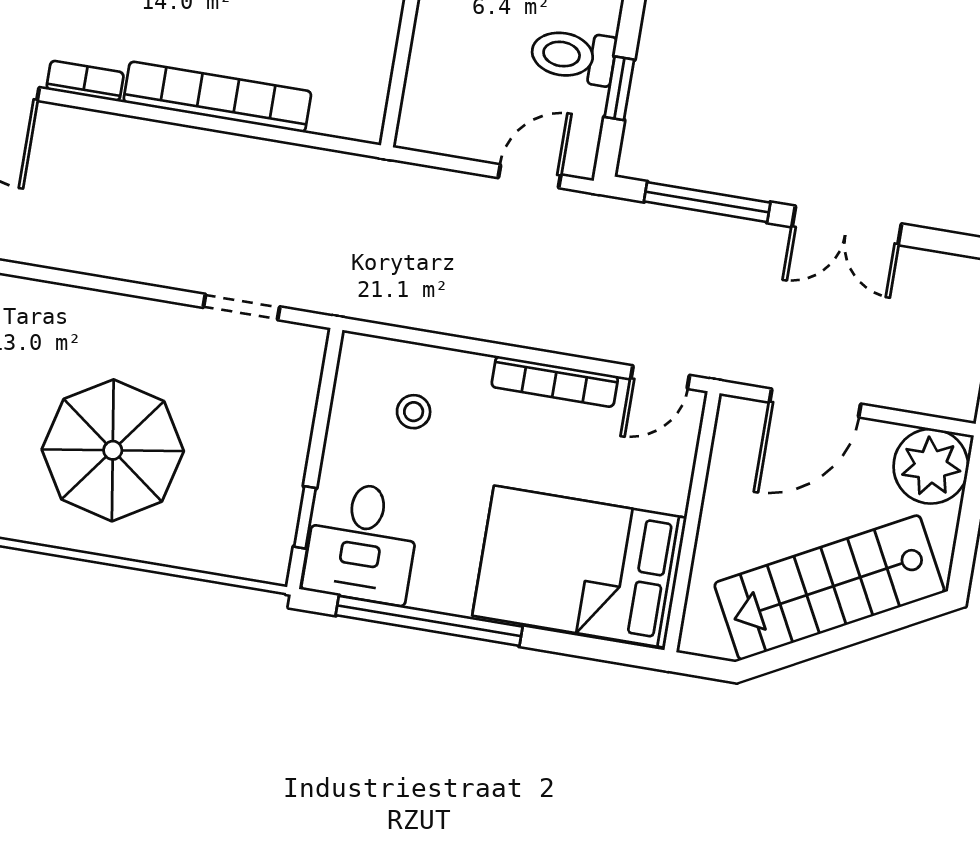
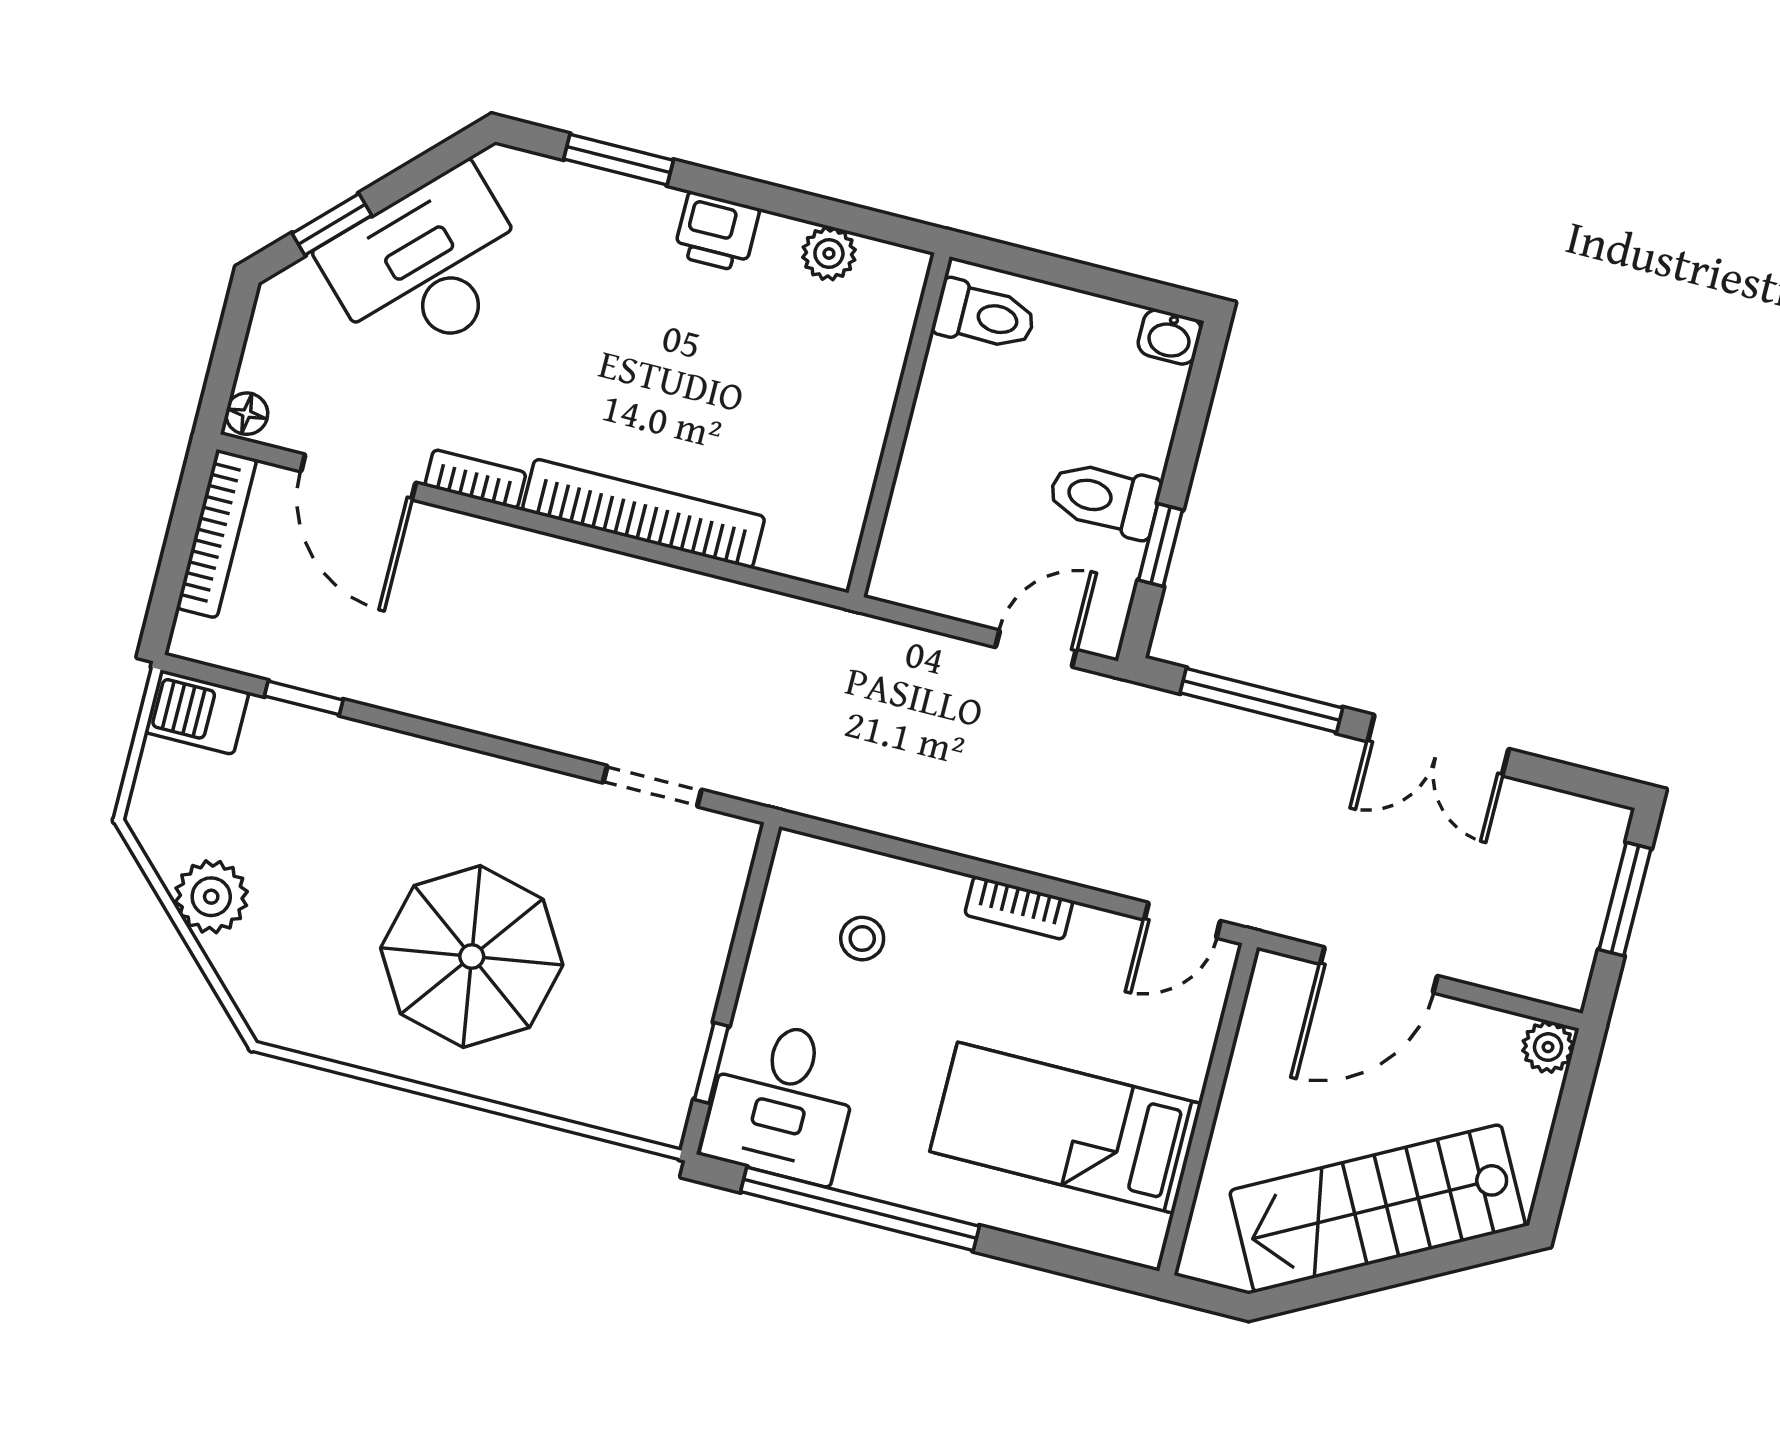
bookcase: (555, 382) -> (1019, 908), width x0.64
plant: (931, 466) -> (1548, 1047), width x0.53, depth x0.53
bed: (579, 567) -> (1066, 1128), width x0.67

